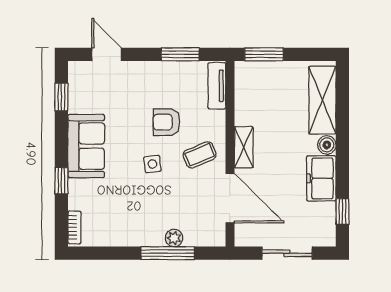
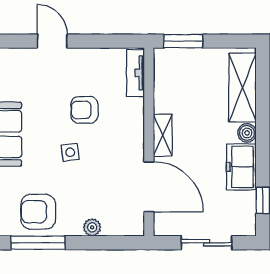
door: (107, 54) -> (52, 41), moved
window: (180, 54) -> (98, 41), removed
coffee table: (200, 155) -> (118, 143), removed
armchair: (121, 223) -> (38, 212), added
window: (168, 253) -> (38, 243), moved

